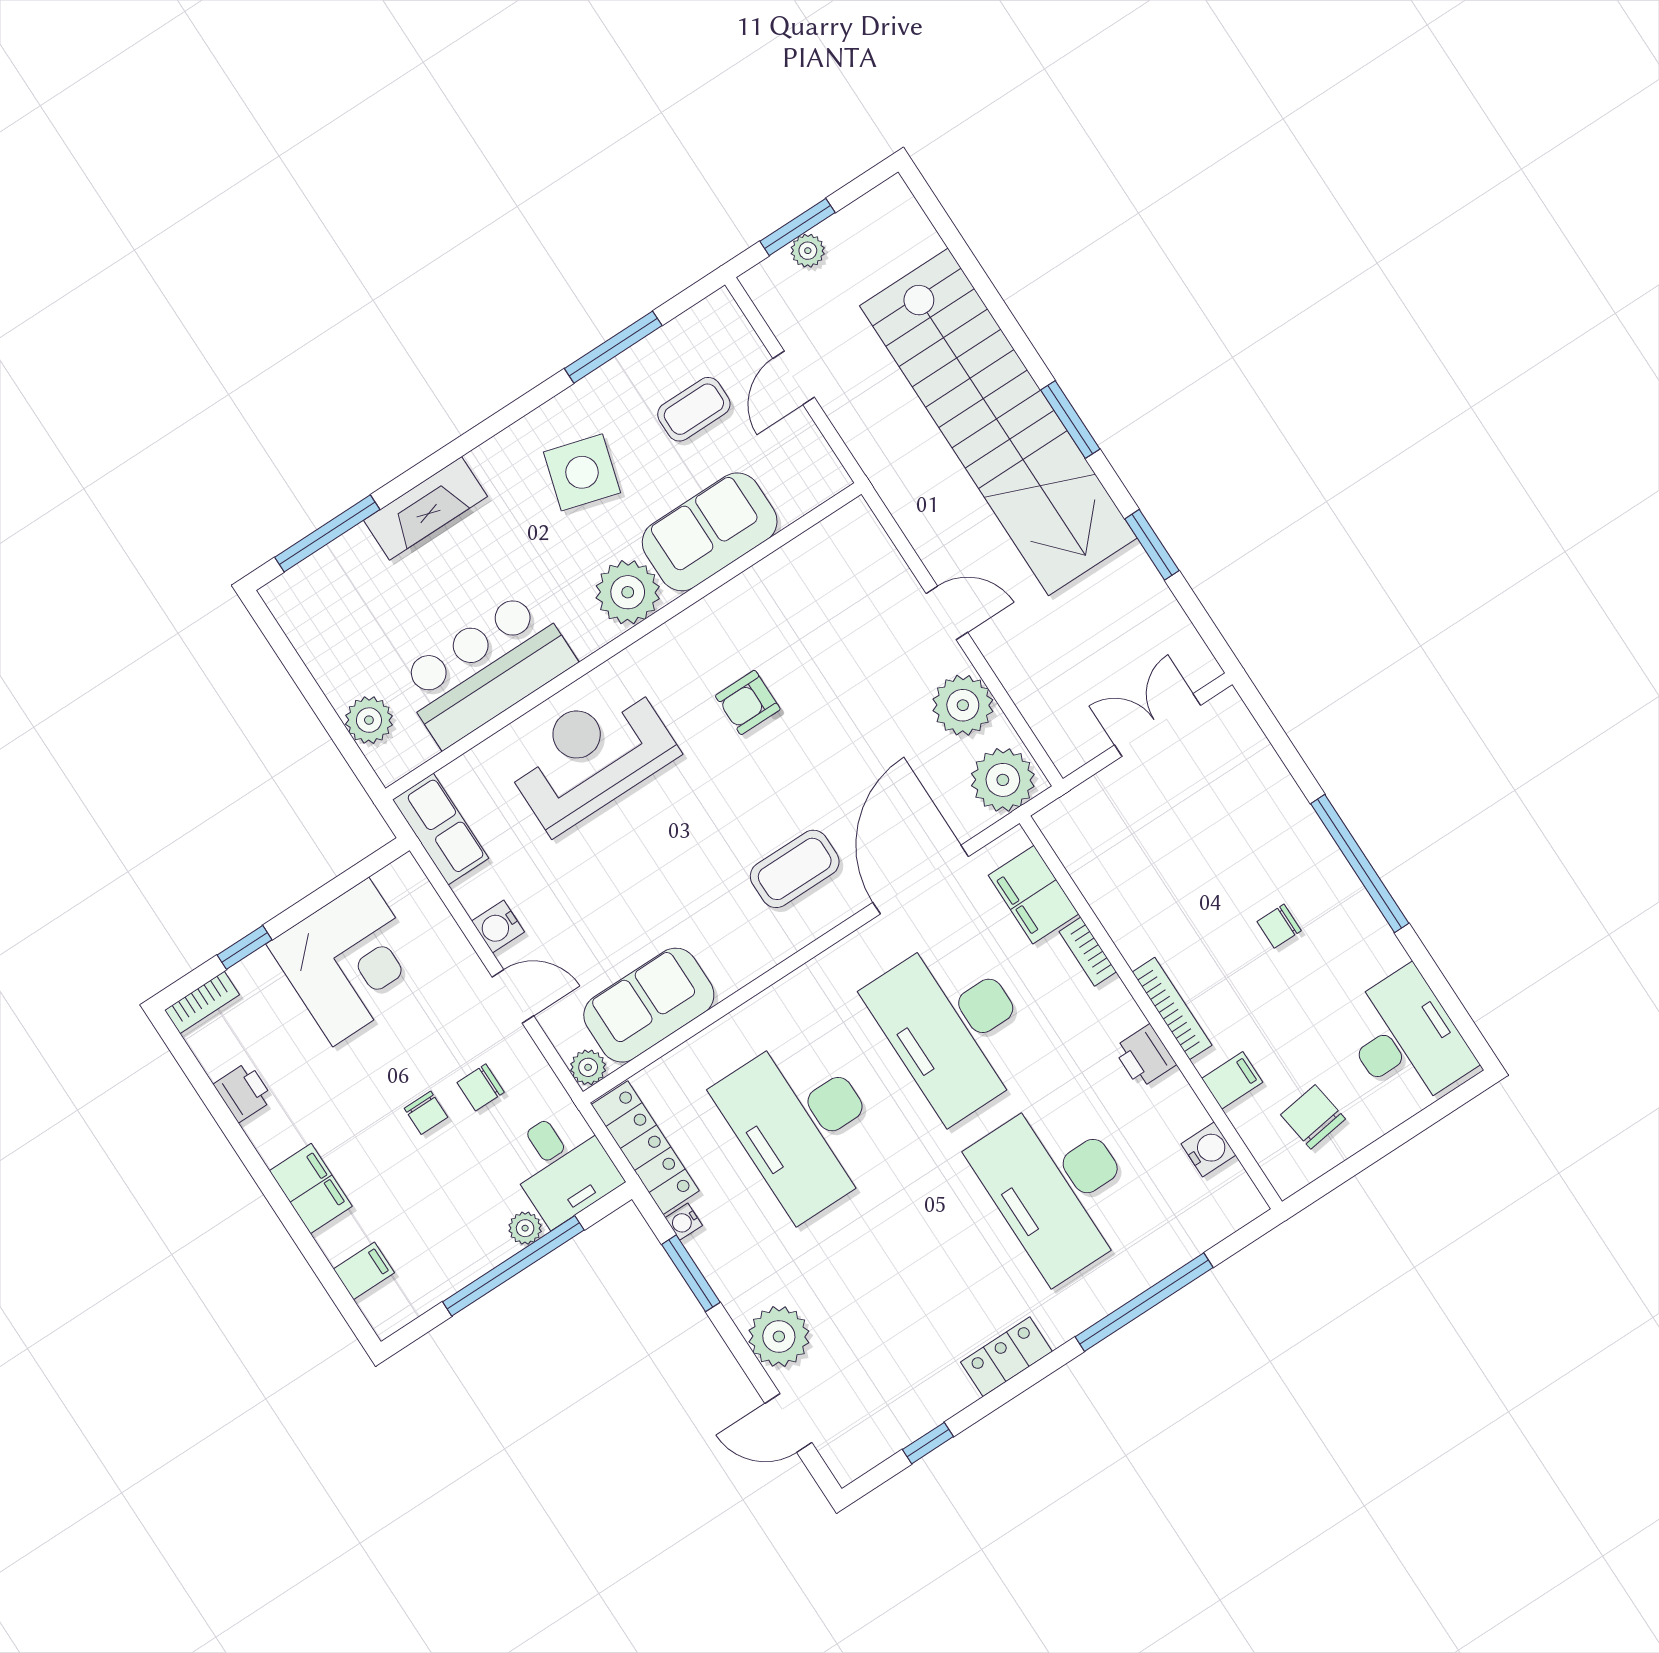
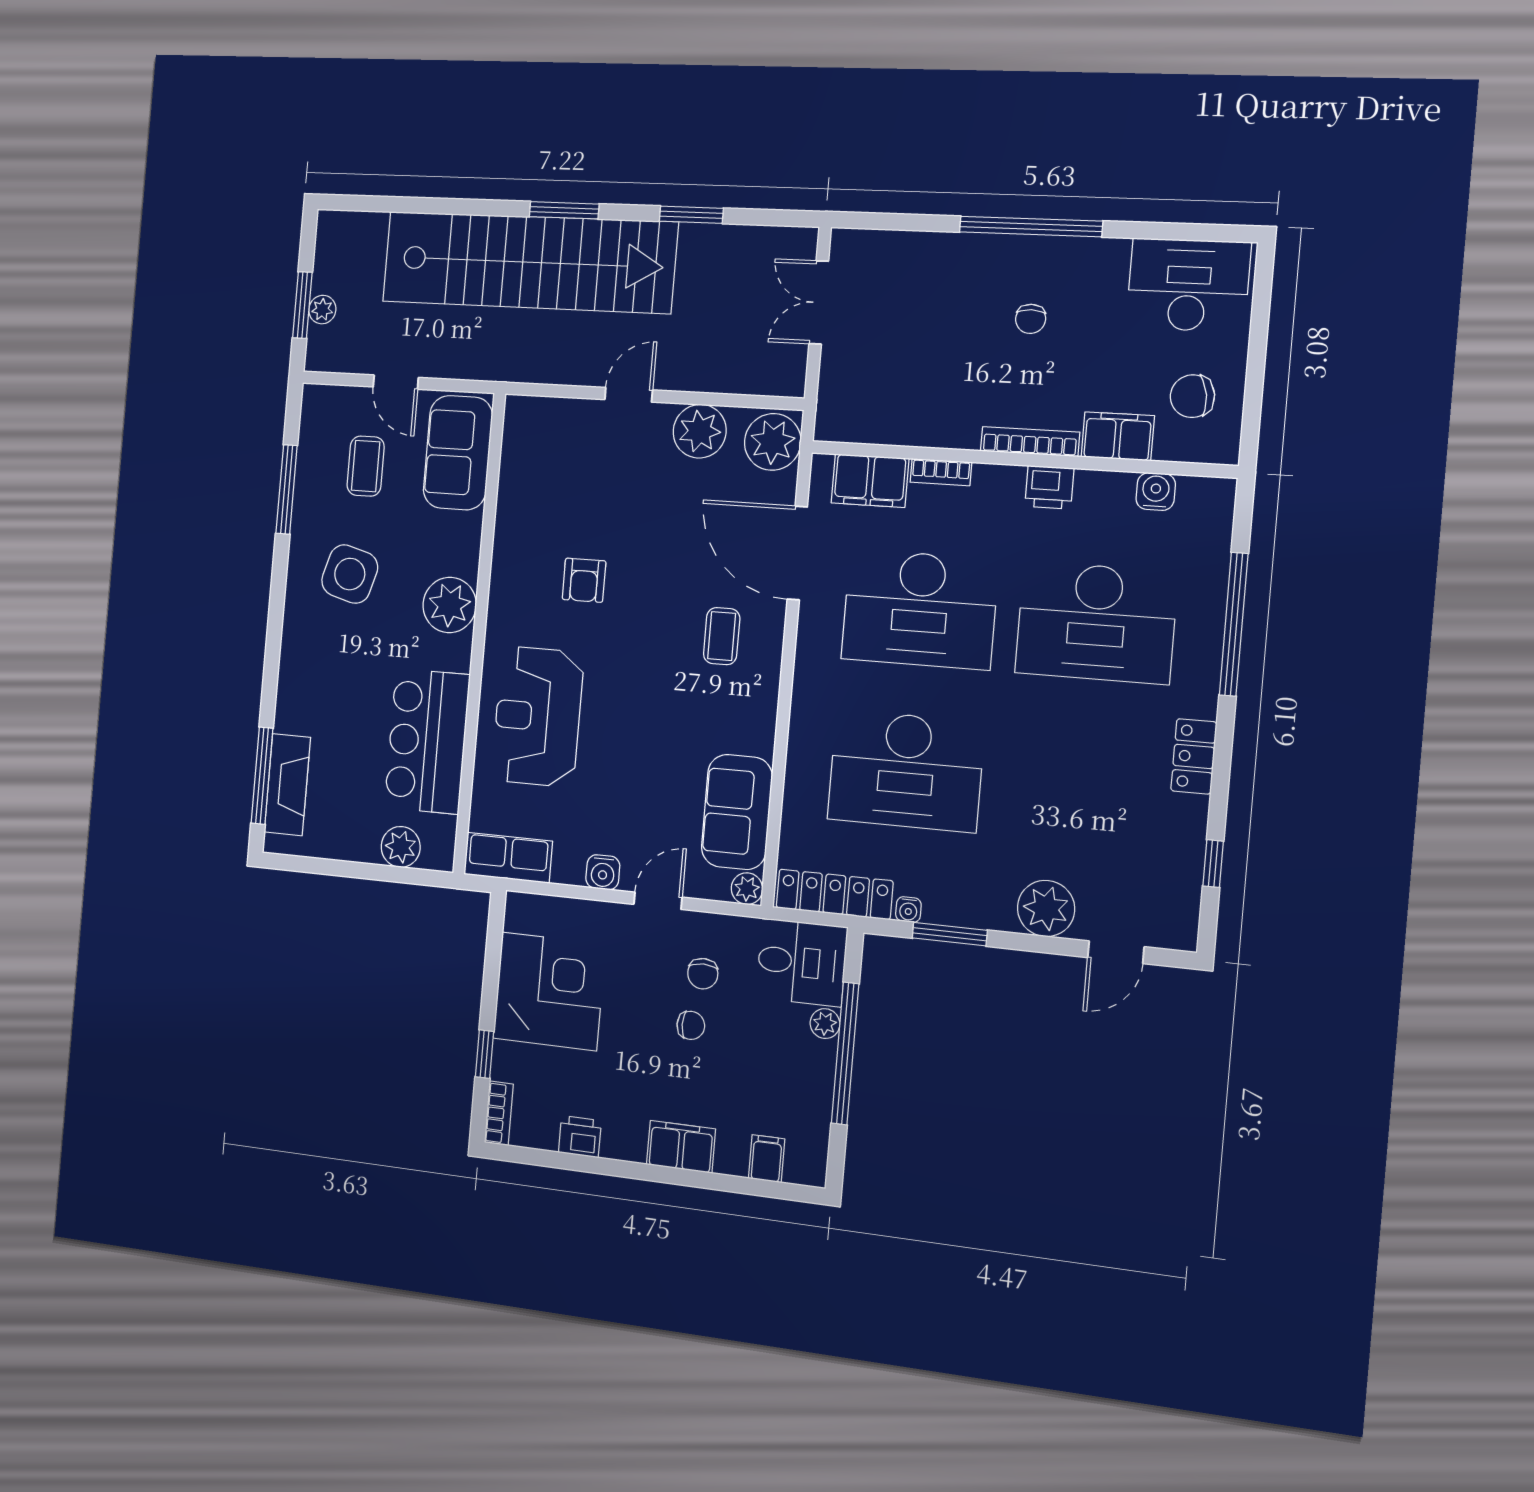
fireplace: (425, 508) -> (287, 785), moved
sofa: (710, 532) -> (458, 453), moved
coffee table: (795, 869) -> (722, 636), width x0.73, depth x0.77
filing cabinet: (1232, 1080) -> (1118, 436), width x2.00

